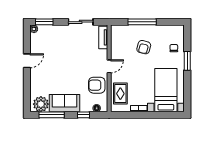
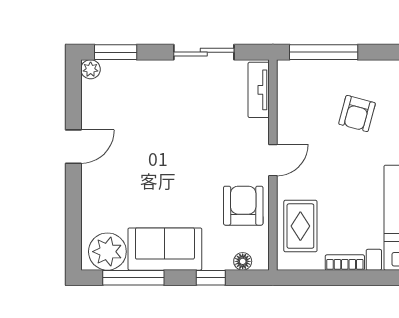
window: (142, 22) -> (324, 52), moved
armchair: (97, 85) -> (243, 206), turned 90

